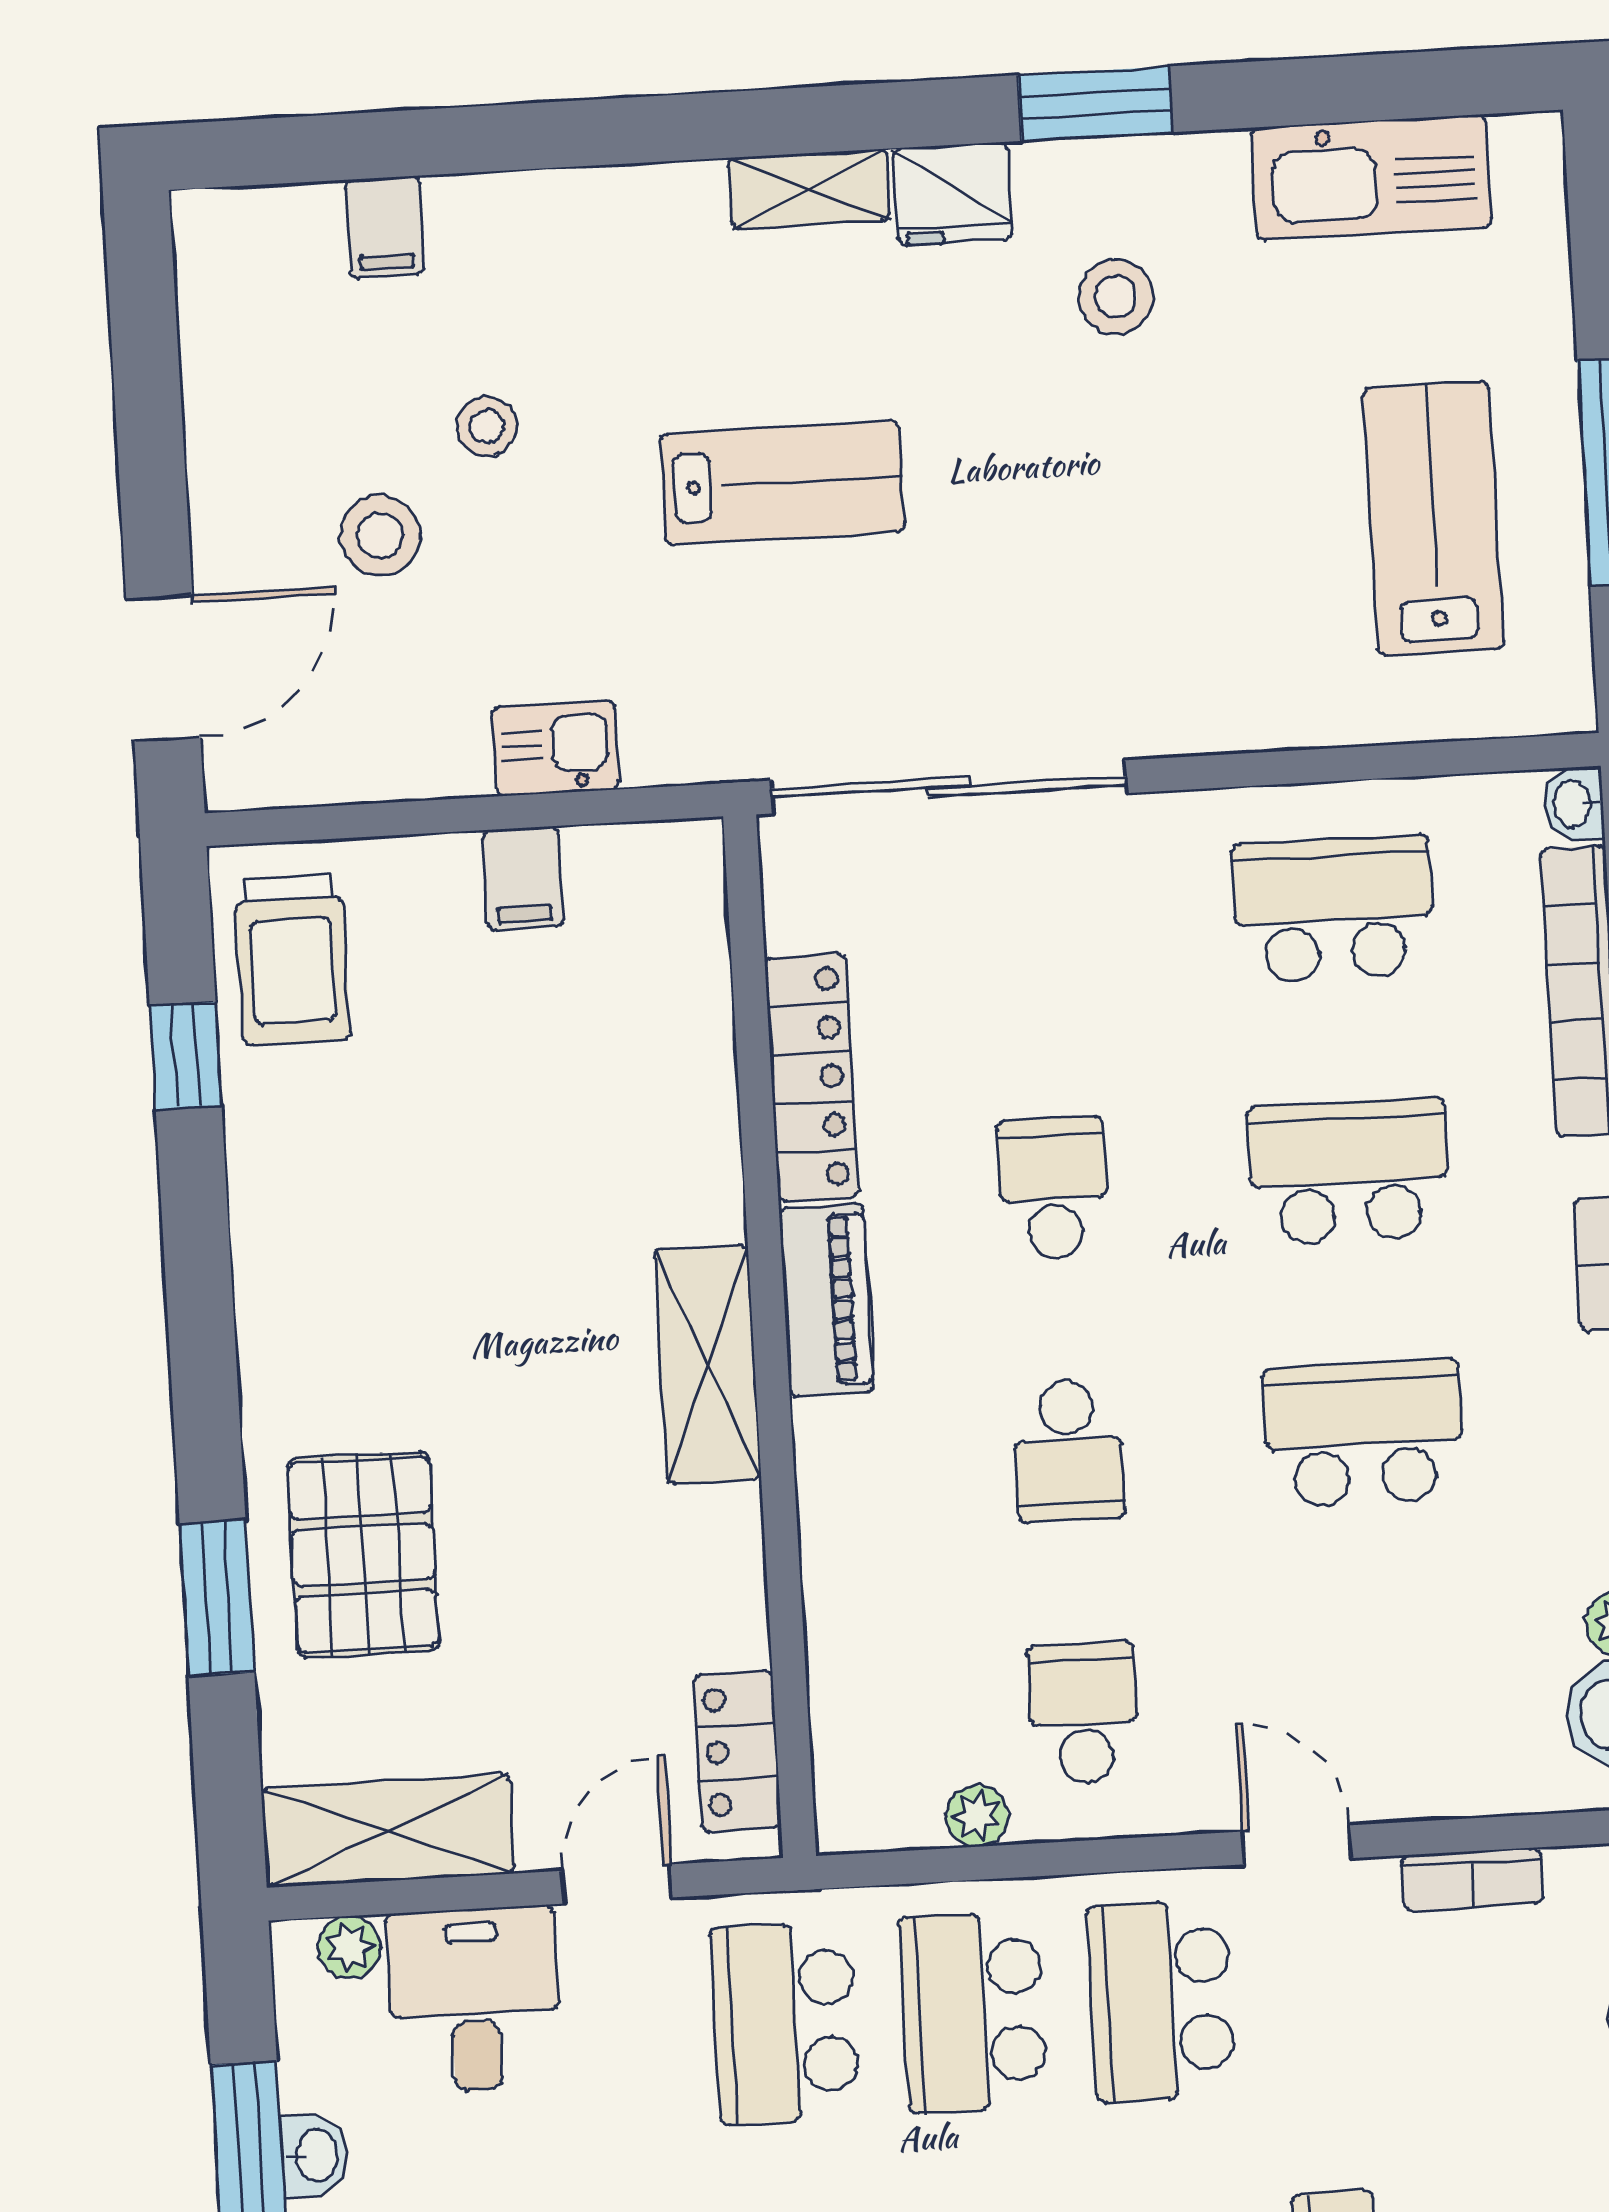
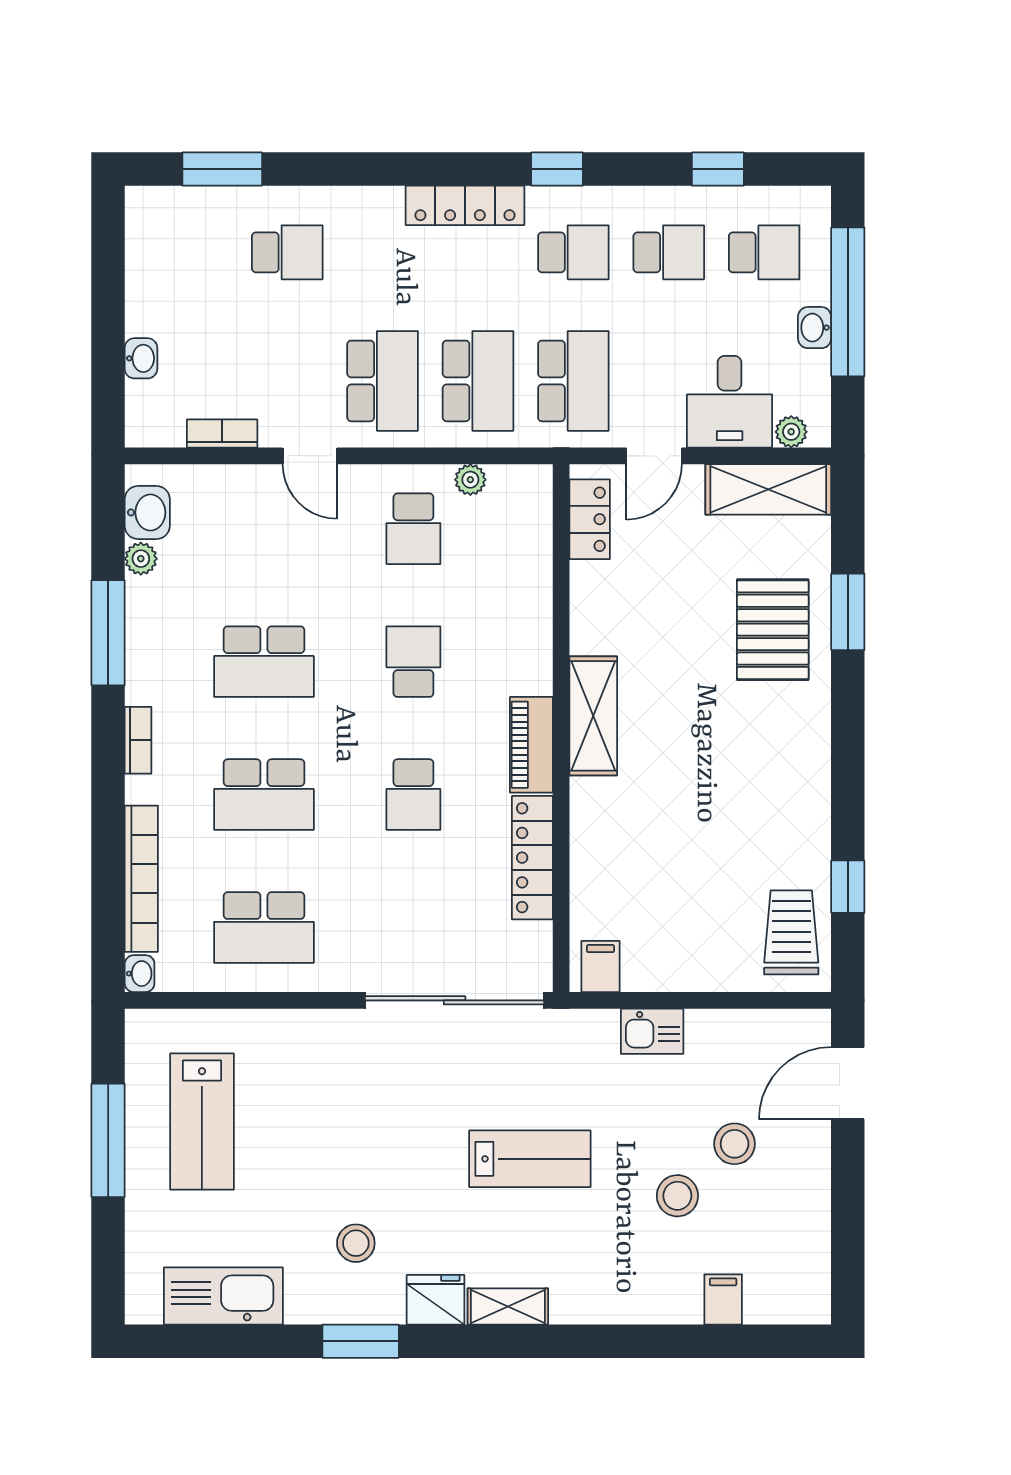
stool: (487, 427) -> (677, 1196), width x1.37, depth x1.37
lab bench: (782, 483) -> (530, 1159), turned 180
filing cabinet: (523, 878) -> (600, 966), moved

